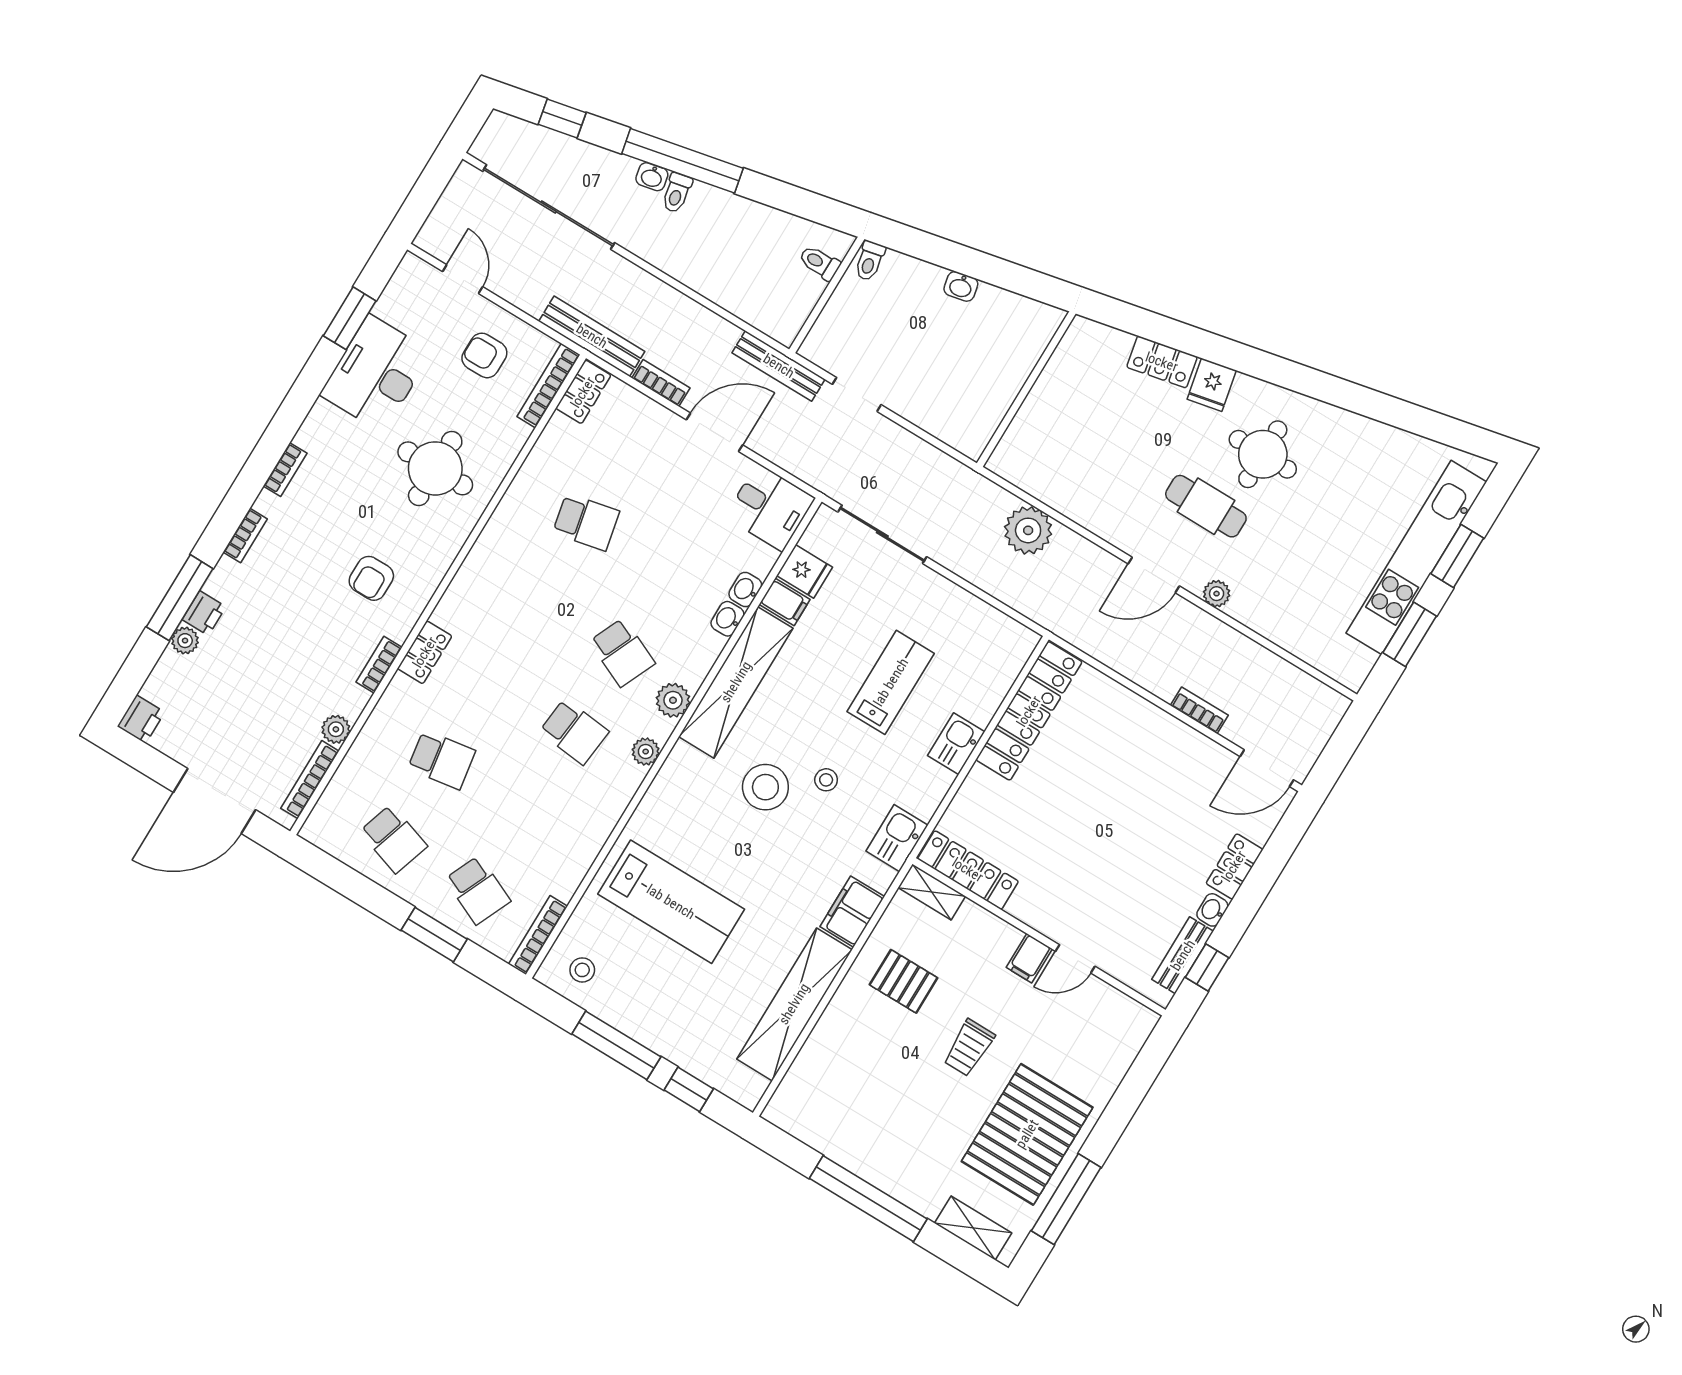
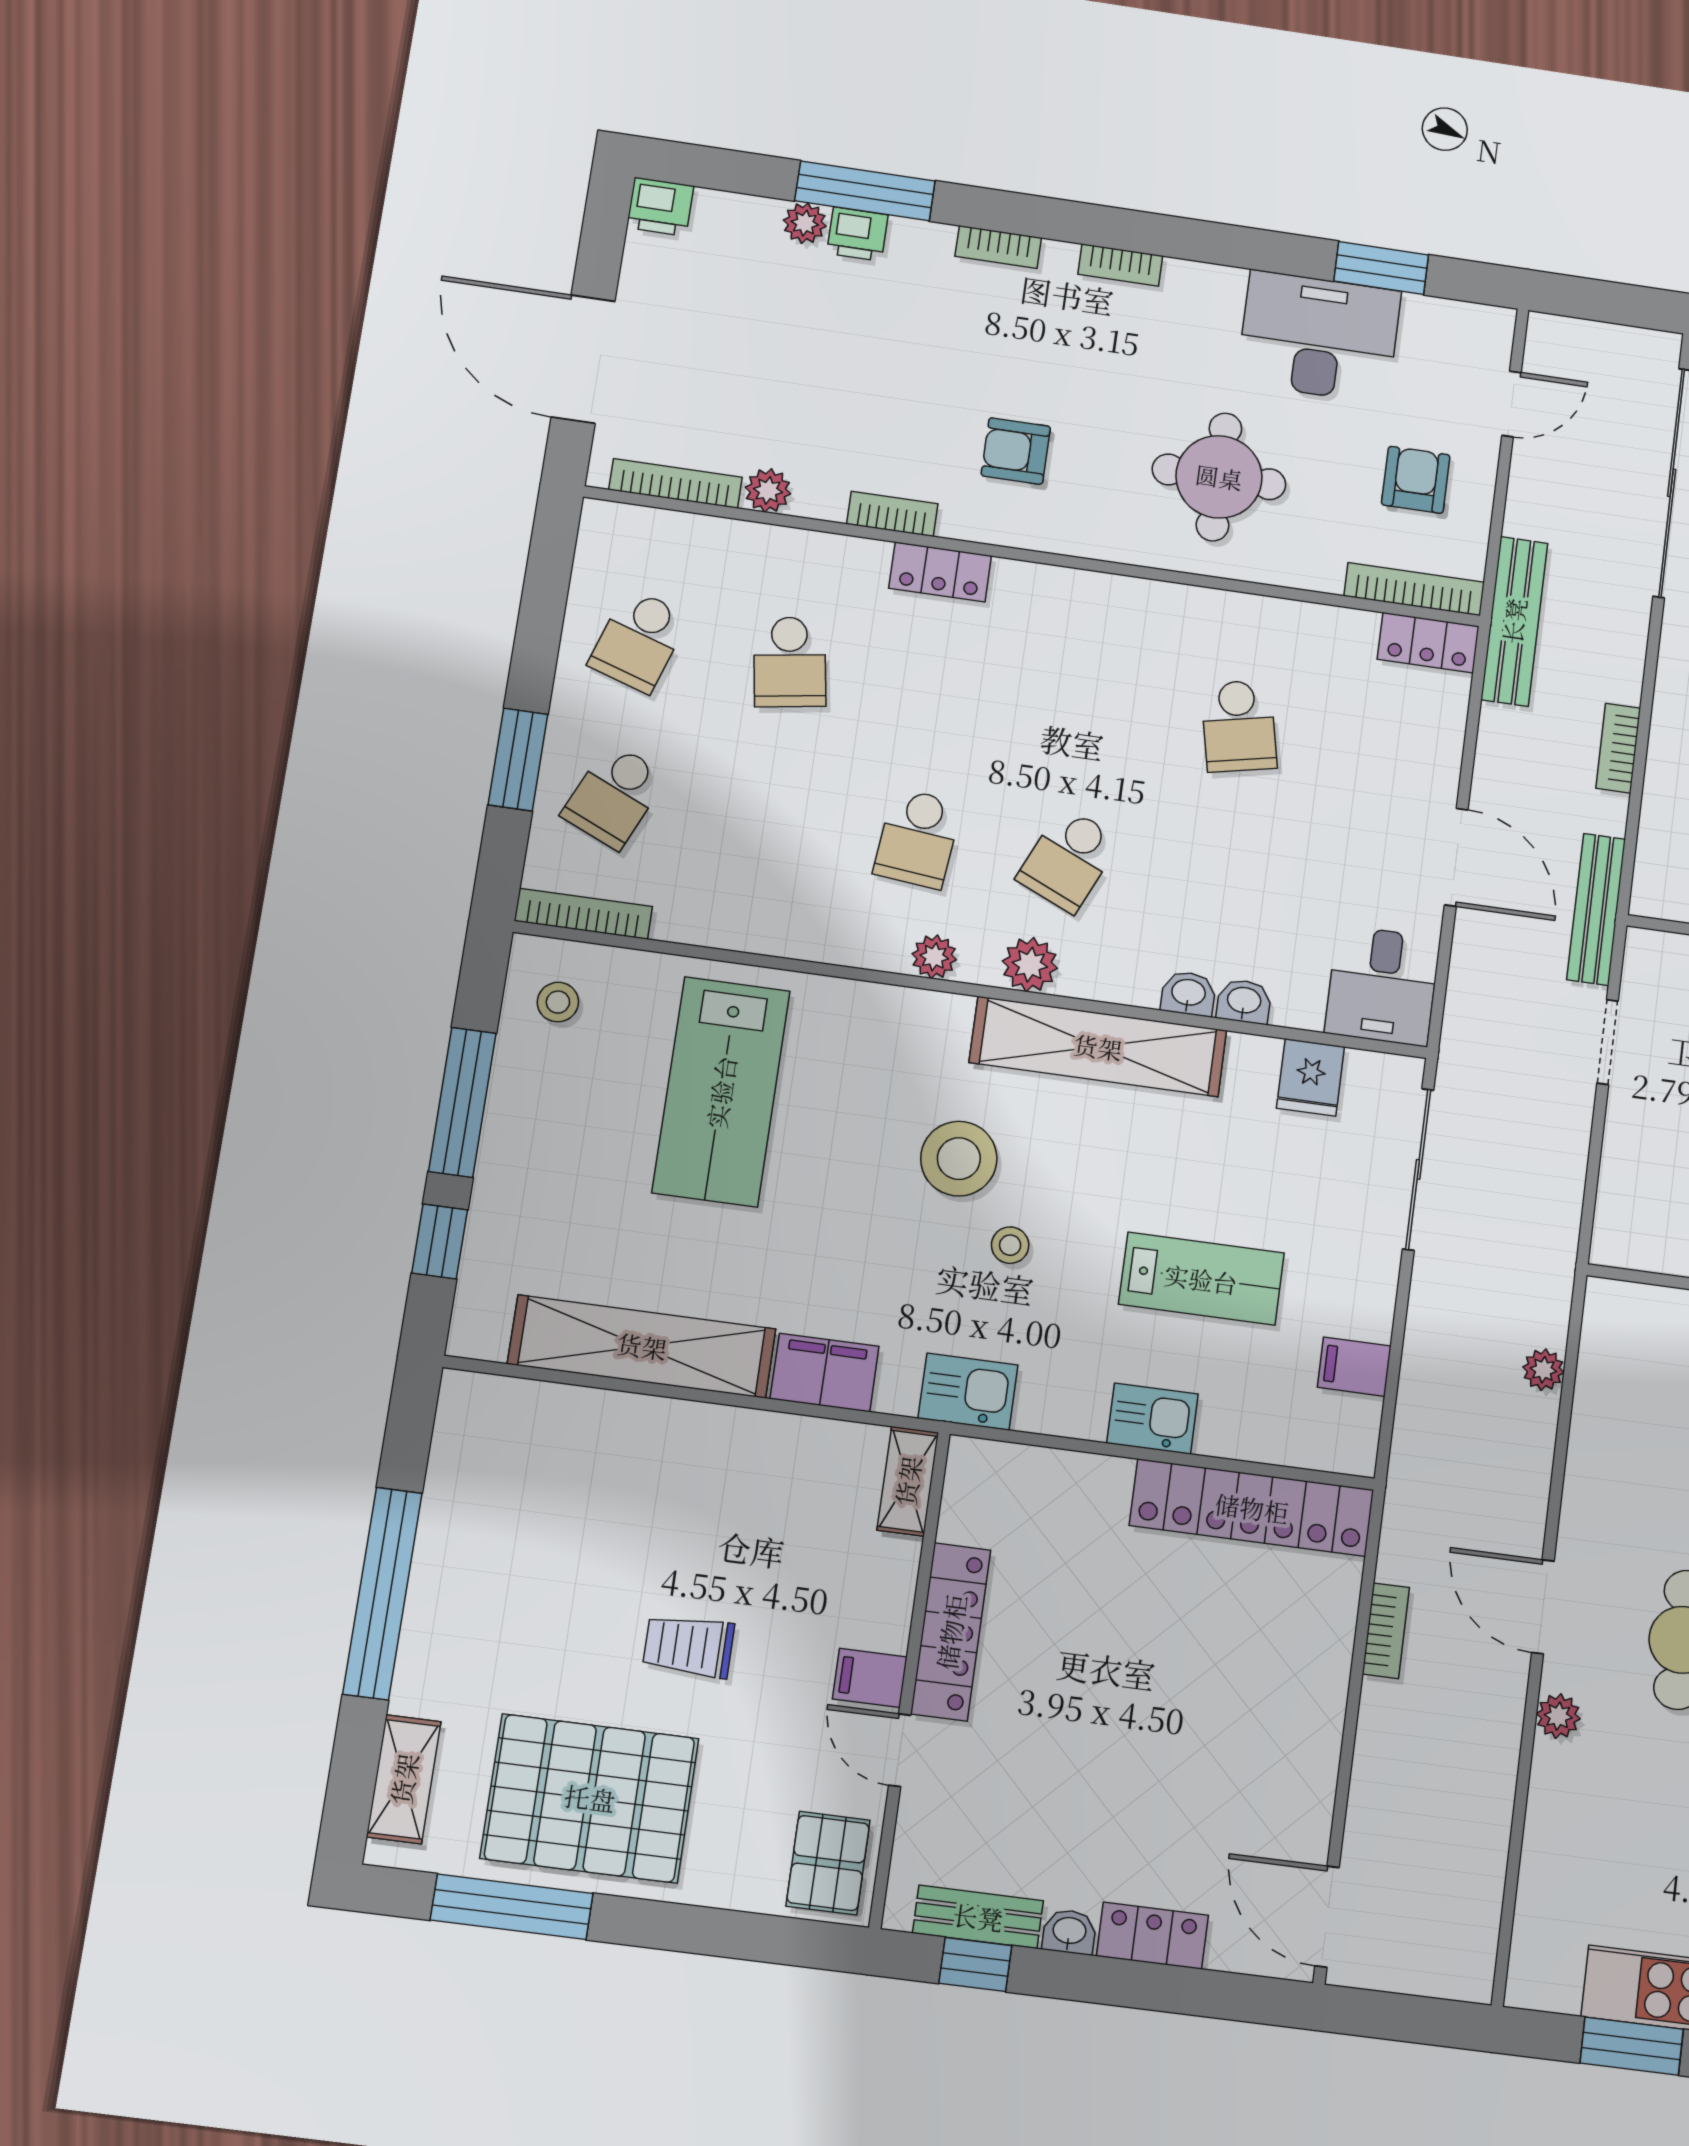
bookcase: (661, 383) -> (1618, 748), moved, turned 180
plant: (1028, 530) -> (1543, 1370), width x0.53, depth x0.53
filing cabinet: (785, 602) -> (1354, 1367), moved, turned 90
bookcase: (1199, 710) -> (1386, 1631), moved
locker: (968, 870) -> (951, 1632), moved
pallet: (904, 981) -> (828, 1863), moved

